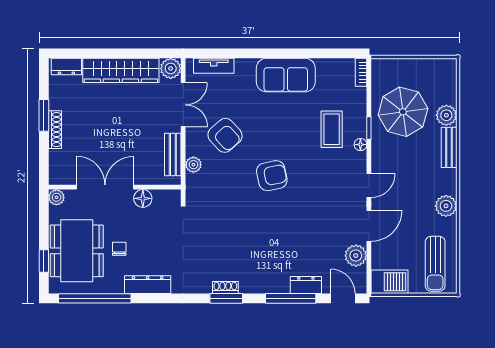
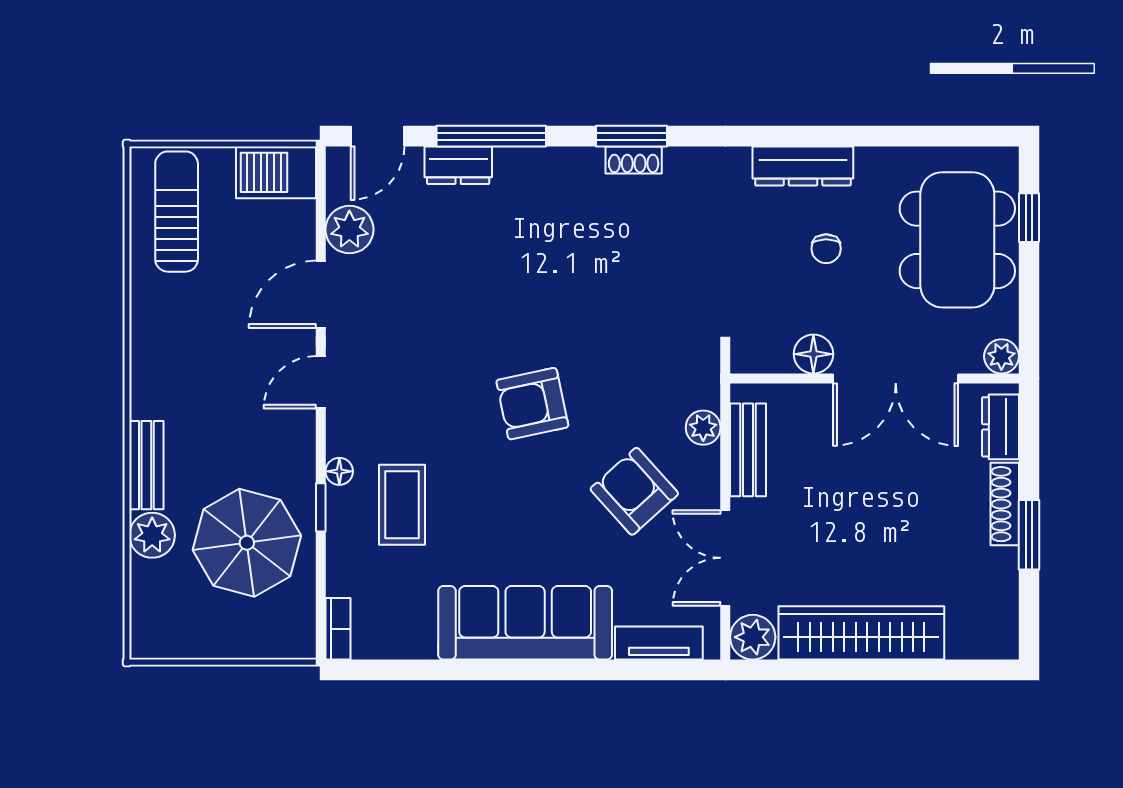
dresser: (66, 66) -> (1000, 427), moved, turned -90
sofa: (286, 75) -> (525, 623), width x1.36
plant: (446, 206) -> (153, 338), removed
chair: (119, 249) -> (826, 249), moved
window: (95, 298) -> (918, 136), removed
door: (343, 298) -> (378, 136), hinge flipped

